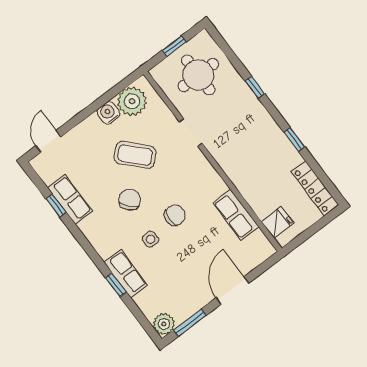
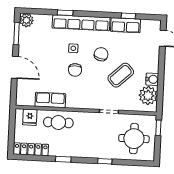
window: (174, 46) -> (158, 128), moved
cafe table: (255, 182) -> (58, 122), added
chair: (130, 200) -> (101, 54), turned -121
row of seats: (126, 274) -> (81, 23), width x2.02

